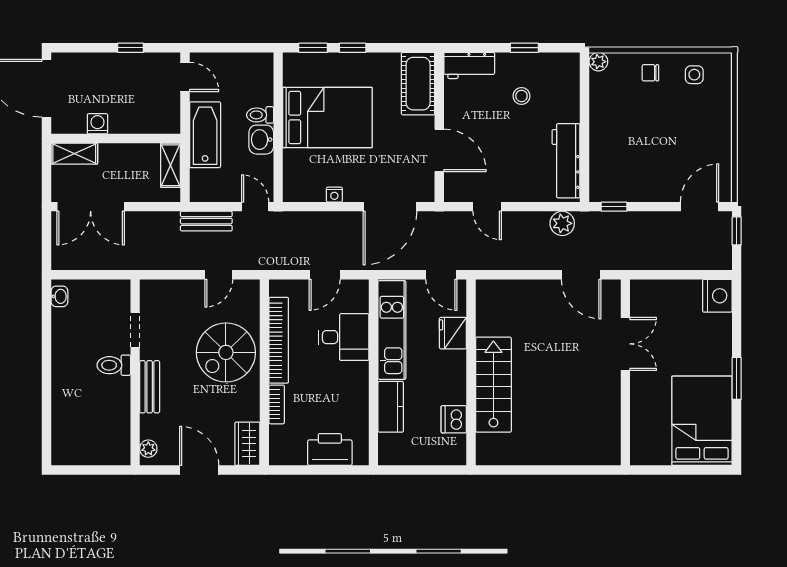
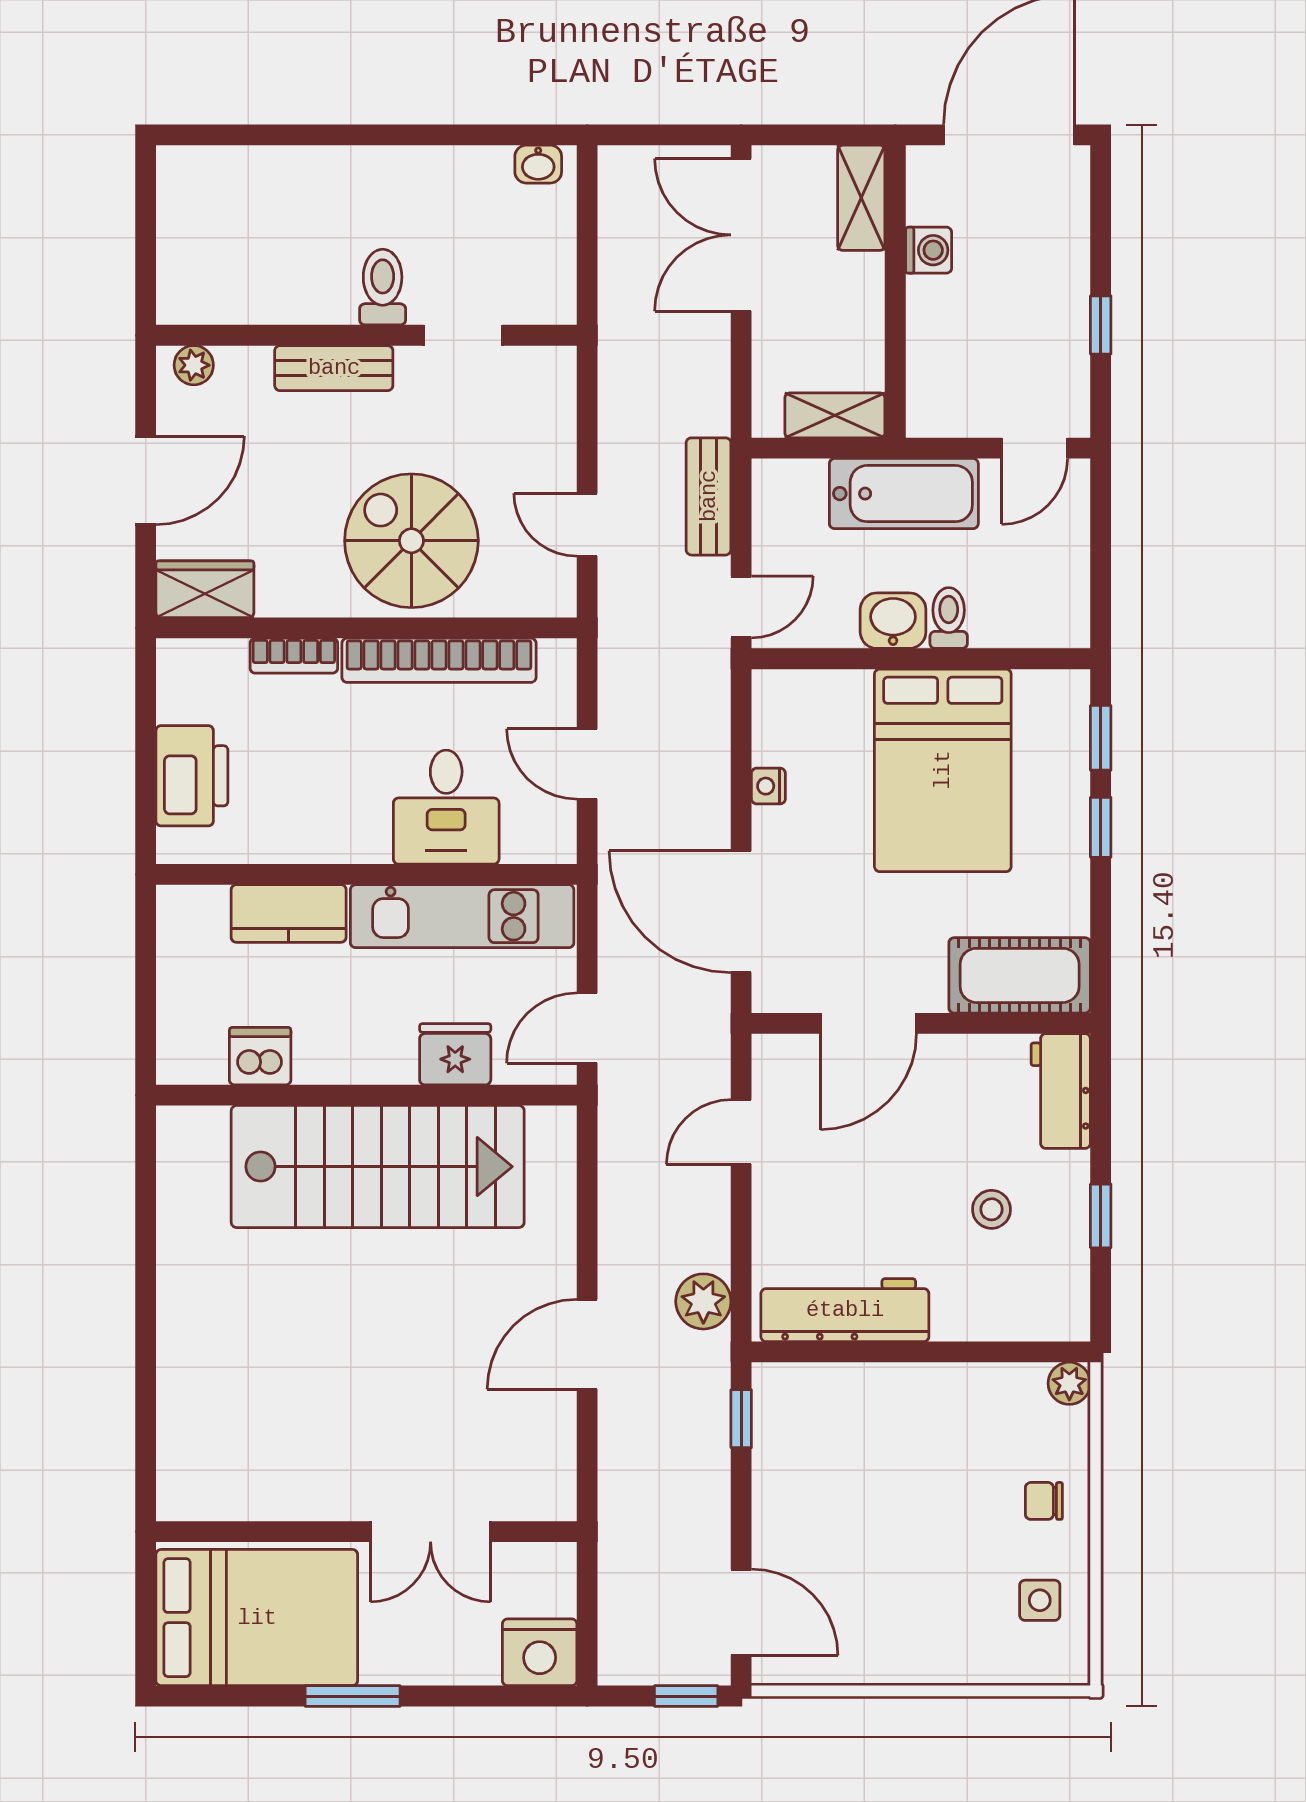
chair: (650, 73) -> (1044, 1501), turned -90
double door: (625, 344) -> (431, 1532), moved
wall: (625, 372) -> (366, 1532), moved
stairs: (493, 385) -> (378, 1167), width x1.36, depth x1.51

